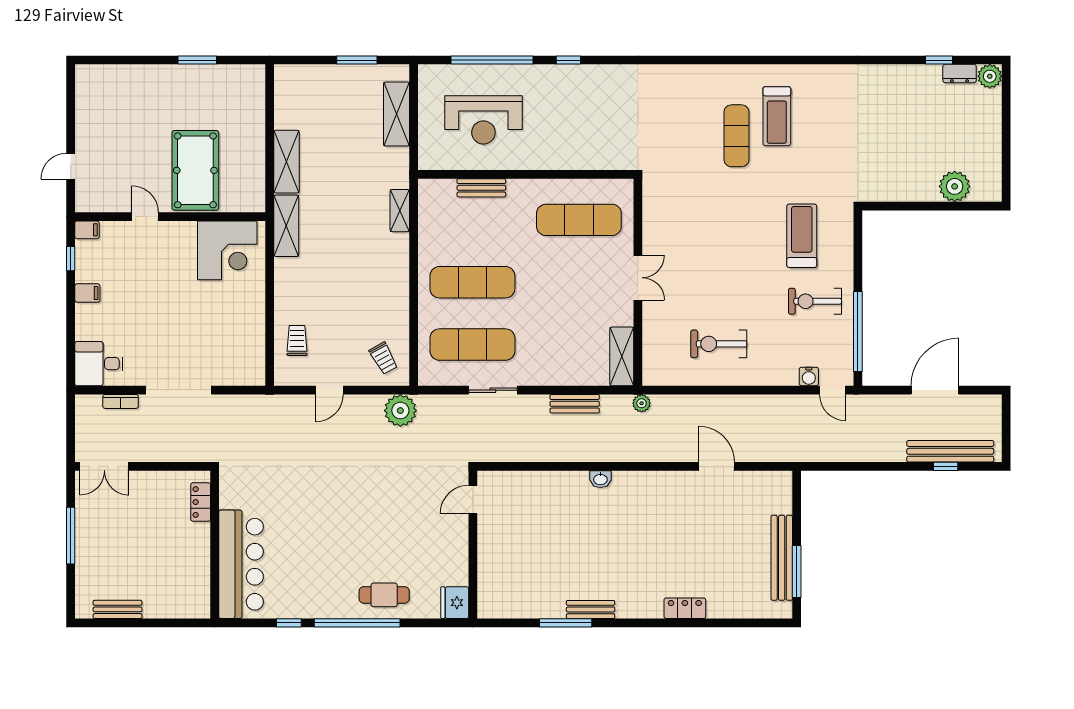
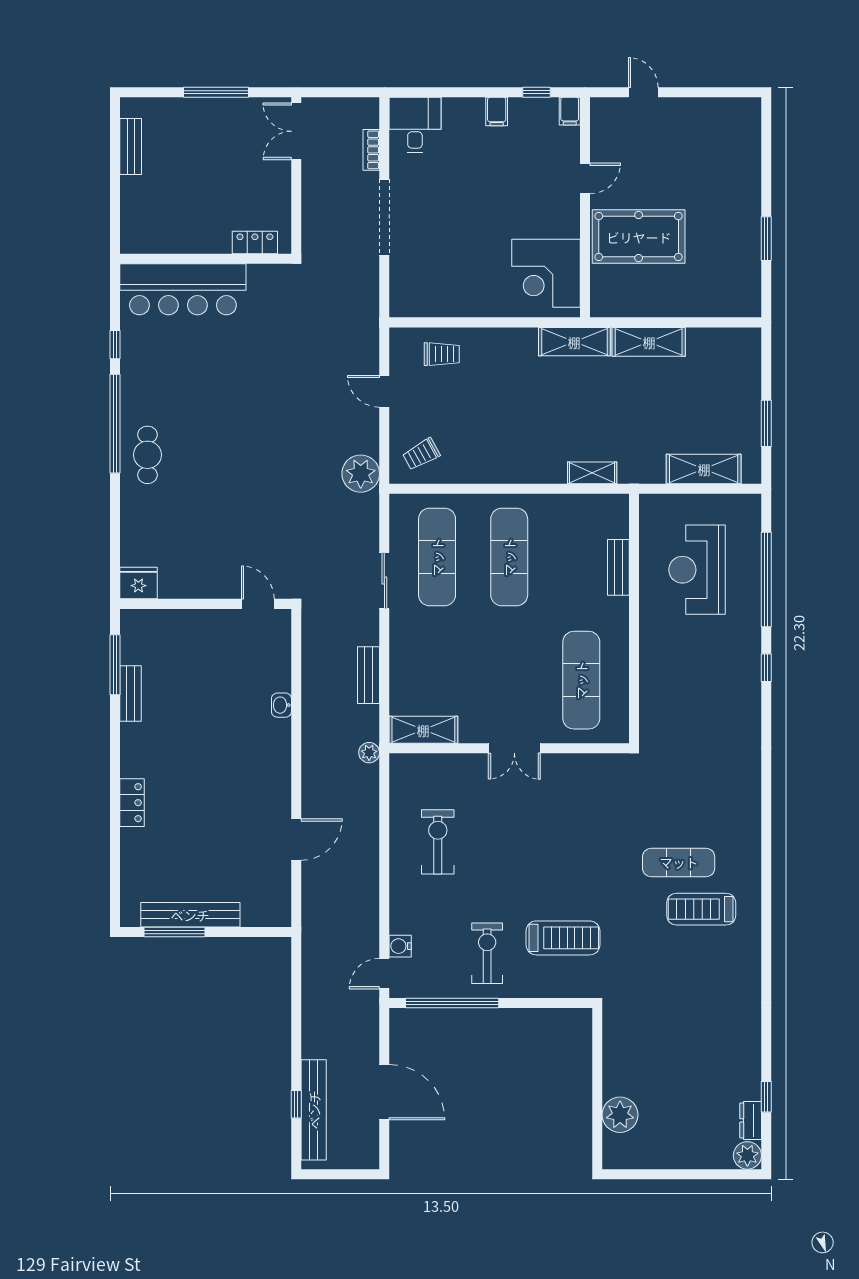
door: (473, 499) -> (258, 604), moved
wall: (473, 545) -> (206, 604), moved
fridge: (455, 603) -> (138, 583), moved

